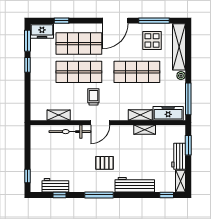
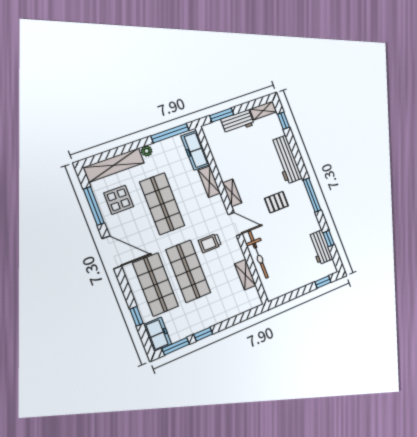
shelving: (145, 130) -> (232, 193), moved
pallet: (105, 163) -> (276, 202), turned 90

